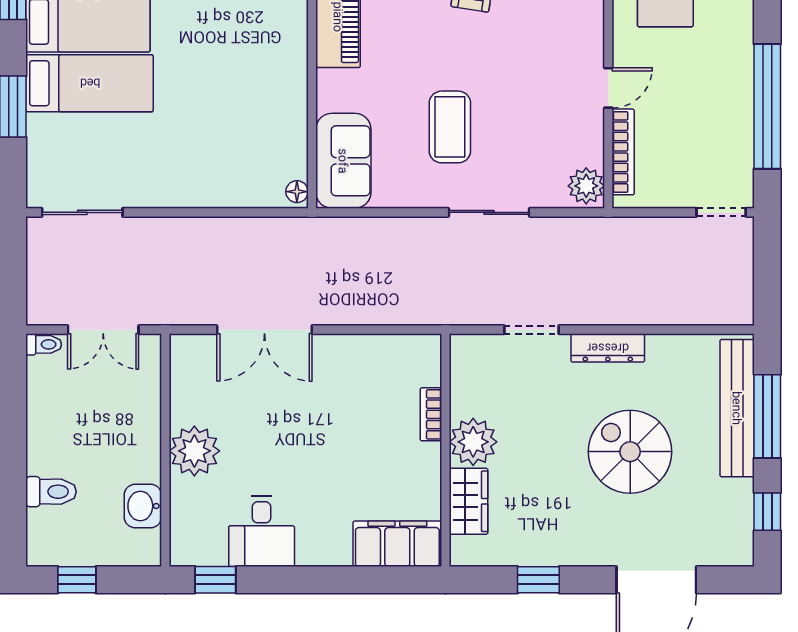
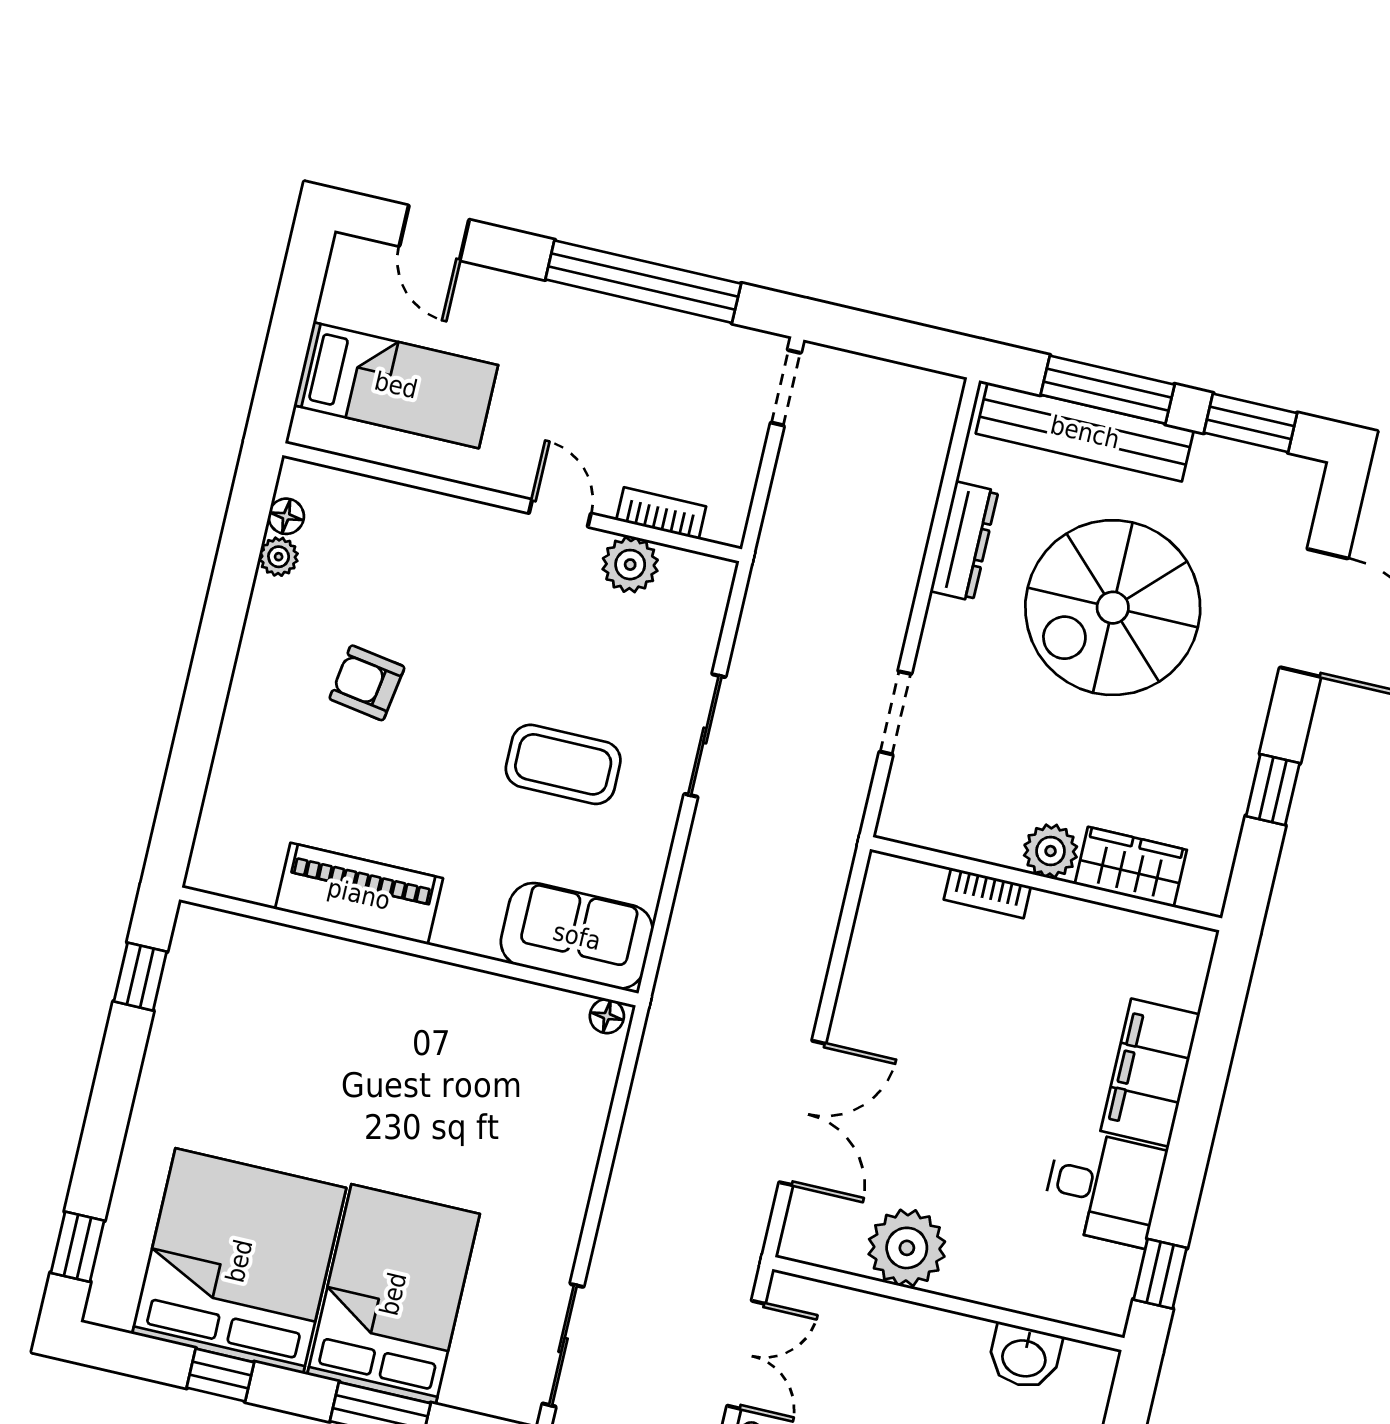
bed: (90, 83) -> (393, 1294), width x1.50
bookcase: (623, 152) -> (661, 513), width x0.64
plant: (586, 186) -> (630, 565), moved
dresser: (608, 348) -> (964, 541), moved
plant: (473, 442) -> (1051, 851), width x0.73, depth x0.73
plant: (194, 451) -> (907, 1248), moved
spiral stairs: (630, 452) -> (1113, 608), width x1.37, depth x1.37
window: (767, 512) -> (1251, 423), width x1.50
filing cabinet: (397, 544) -> (1150, 1073), moved

